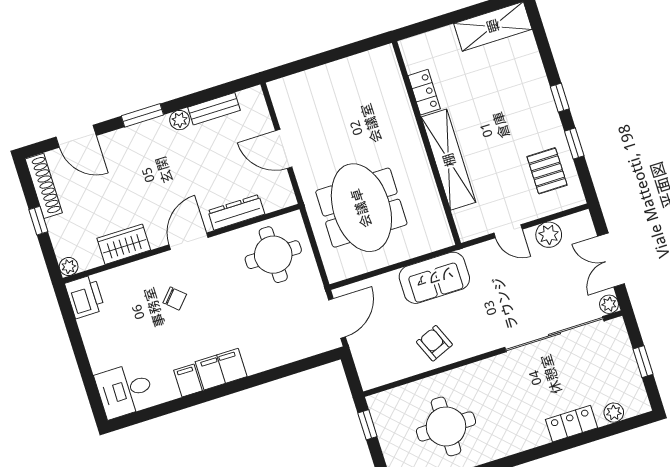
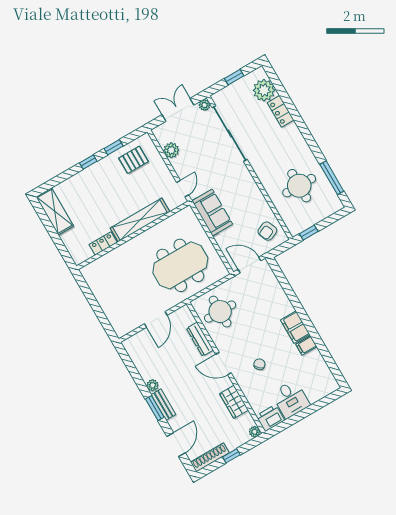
bench: (214, 109) -> (163, 405), moved
door: (508, 231) -> (183, 189), moved
double door: (611, 260) -> (178, 110), swing flipped
armchair: (434, 343) -> (267, 231), moved
desk: (125, 390) -> (291, 399), moved
plant: (614, 413) -> (264, 90), width x1.87, depth x1.87

